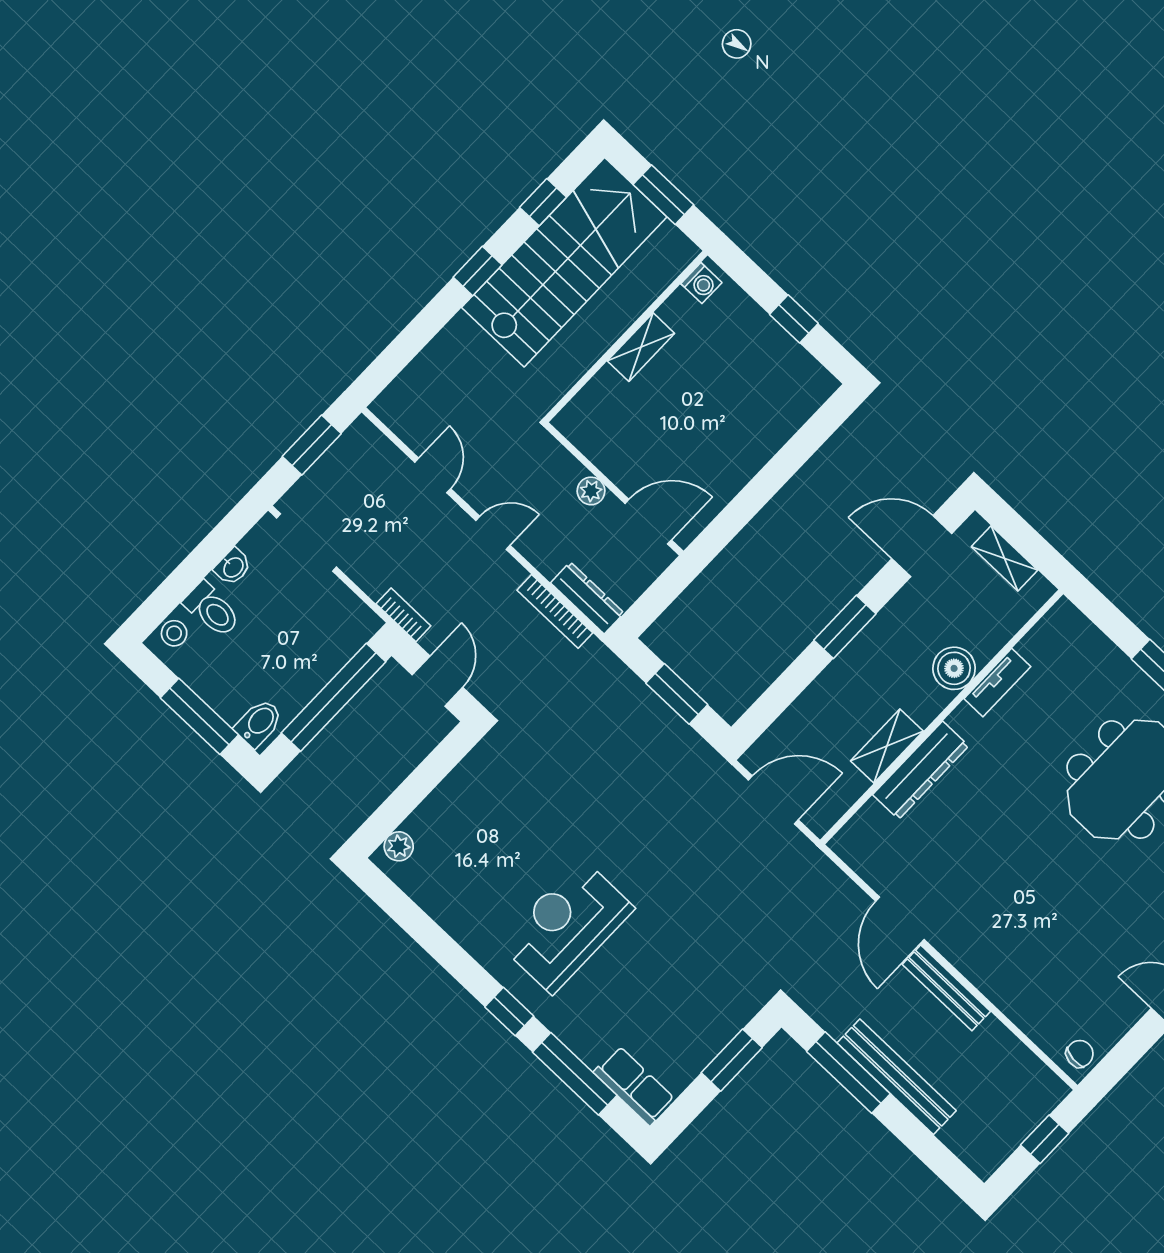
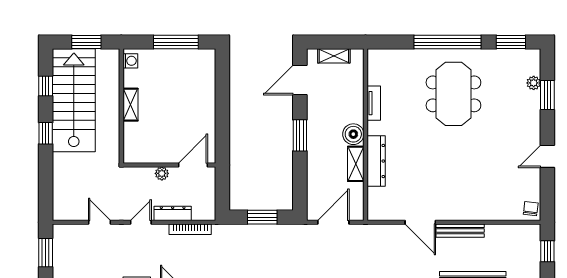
window: (794, 319) -> (176, 42), width x2.17
dresser: (587, 598) -> (173, 213), moved
boiler: (954, 668) -> (353, 134), moved

